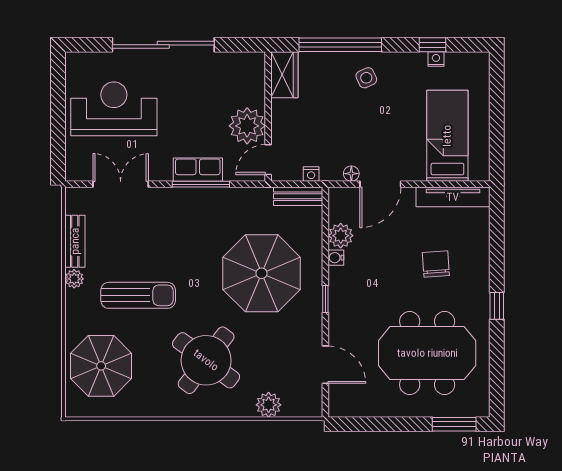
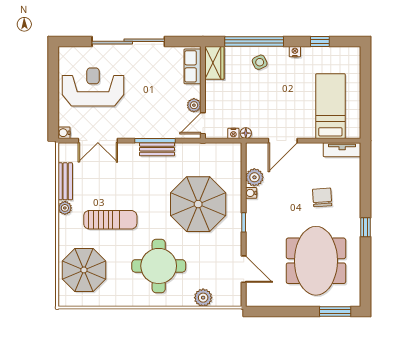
nightstand: (436, 59) -> (295, 52), moved
side table: (366, 78) -> (260, 62), moved
plant: (247, 126) -> (194, 105), width x0.53, depth x0.53
row of seats: (198, 170) -> (193, 66), moved, turned -90
water cooler: (73, 173) -> (64, 133), added
floor lamp: (351, 174) -> (246, 133), moved
double door: (121, 184) -> (98, 141), swing flipped
bench: (298, 196) -> (157, 149), moved
tv unit: (453, 197) -> (342, 150), width x0.71
meeting table: (427, 353) -> (316, 261), turned 90
round table: (206, 360) -> (159, 266), turned -37

